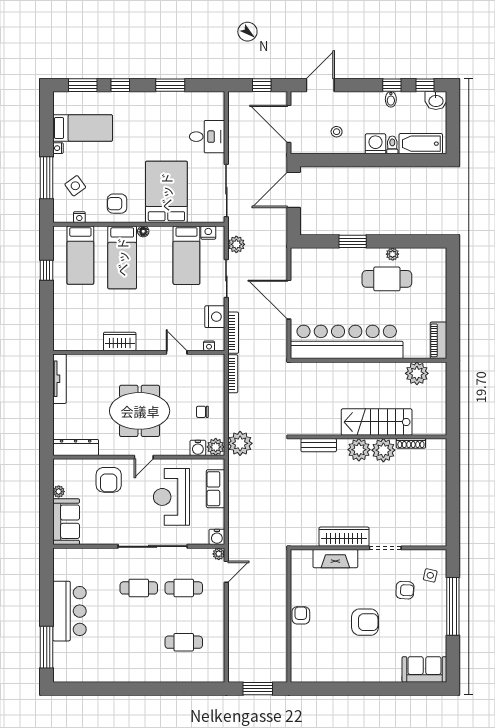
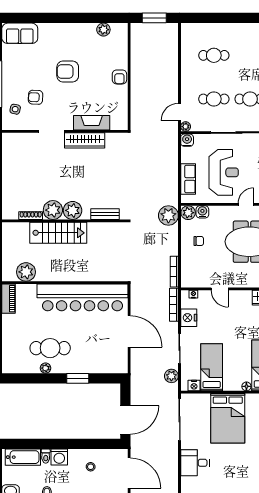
plant: (321, 674) -> (103, 30), added

